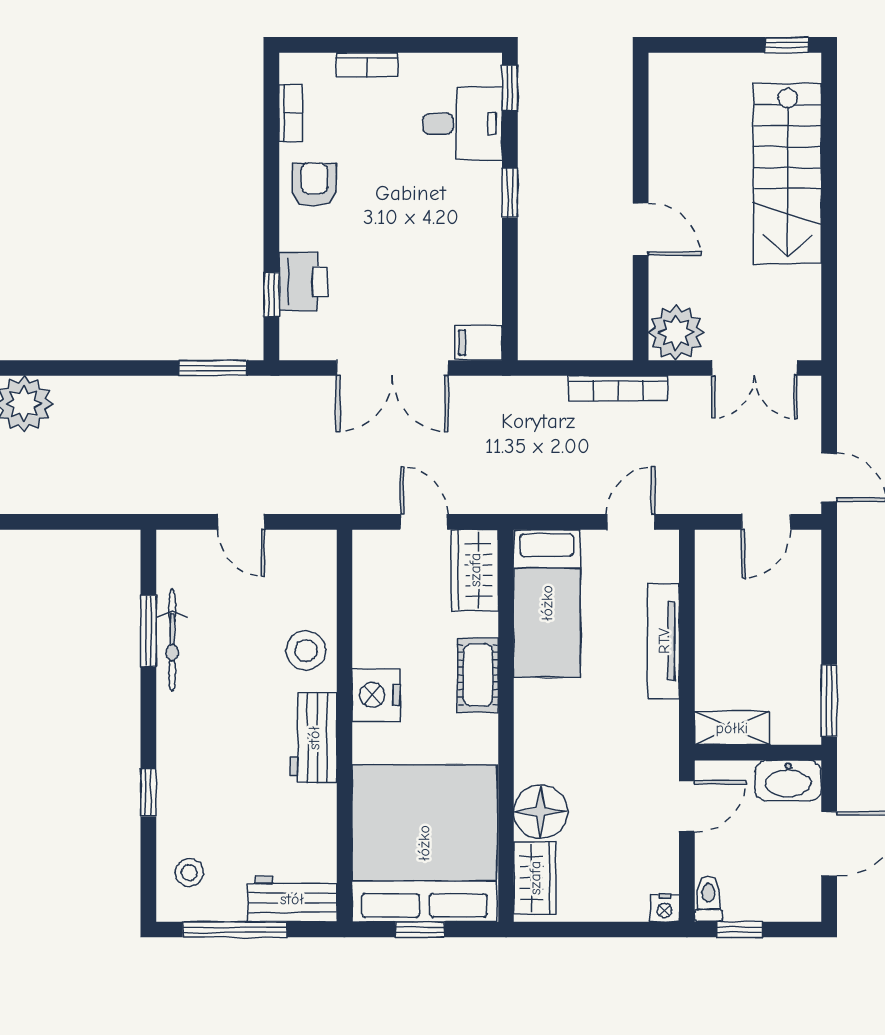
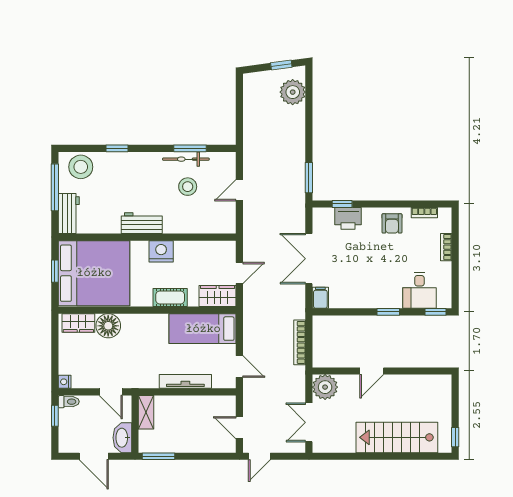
armchair: (314, 184) -> (392, 223), turned 90
bookcase: (618, 388) -> (300, 342), moved
stool: (306, 650) -> (188, 187), moved
stool: (189, 873) -> (81, 167), width x1.89, depth x1.89

